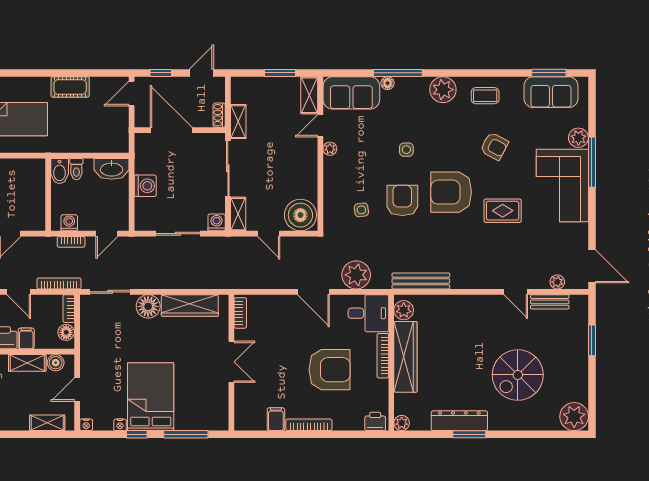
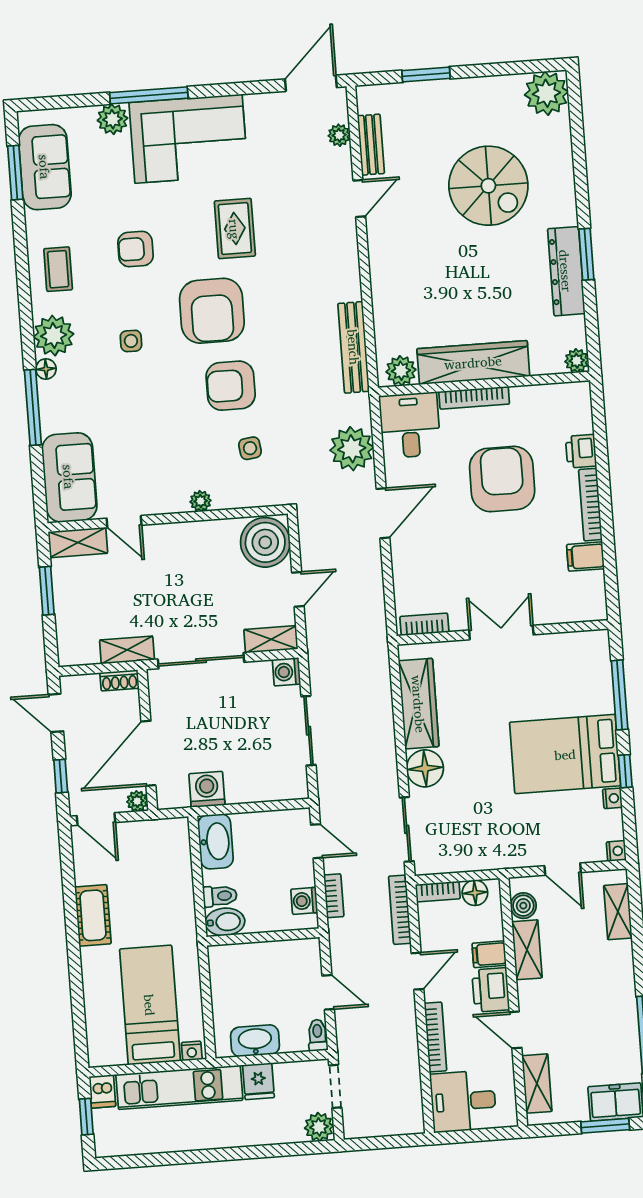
floor lamp: (388, 83) -> (46, 369), moved
plant: (141, 121) -> (137, 801), added
armchair: (494, 146) -> (136, 249), turned -118
plant: (330, 149) -> (201, 501), moved
side table: (406, 150) -> (131, 341), moved
washing machine: (145, 186) -> (207, 789), moved
printer: (375, 421) -> (581, 451), moved

